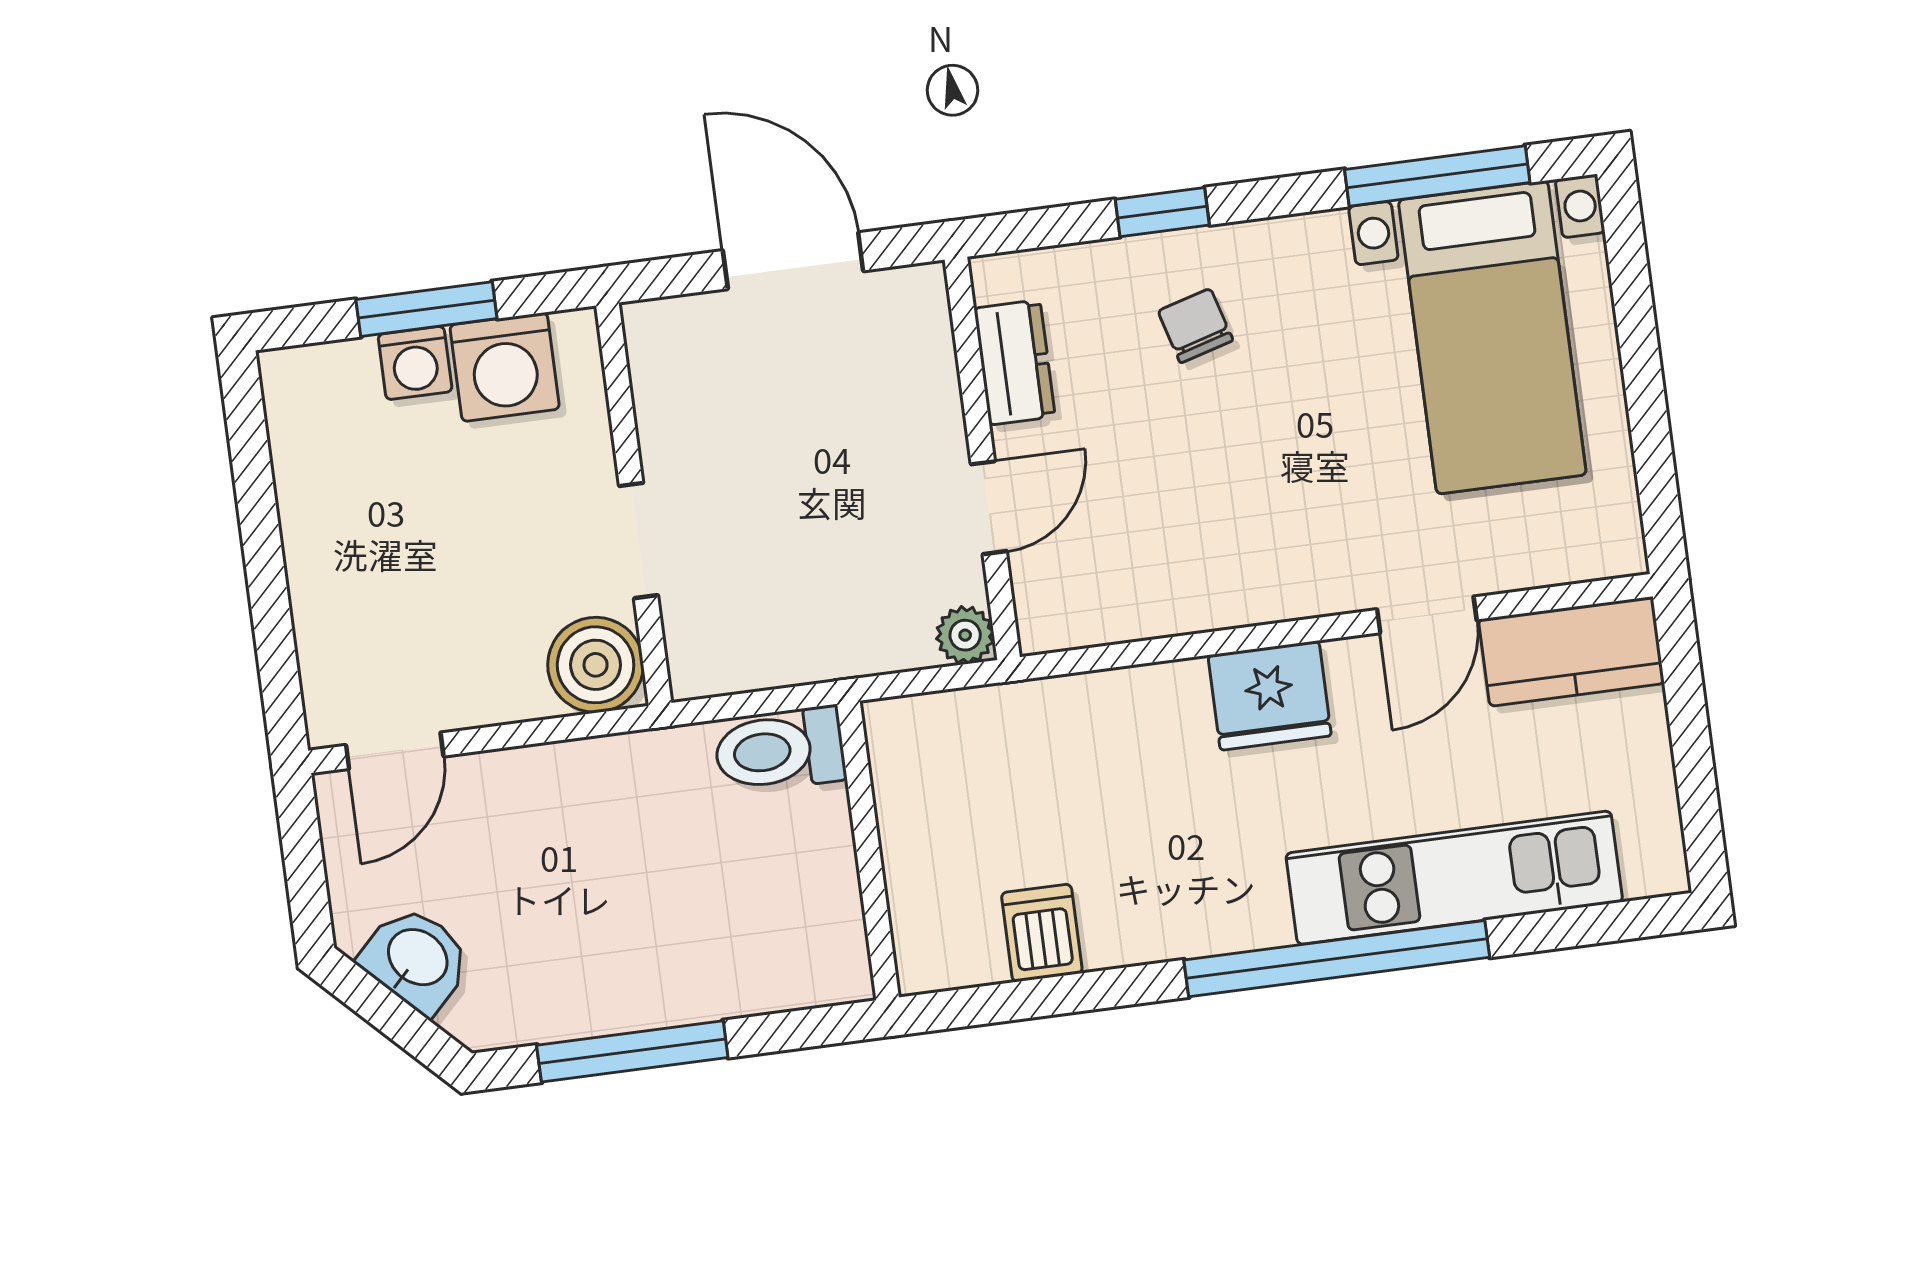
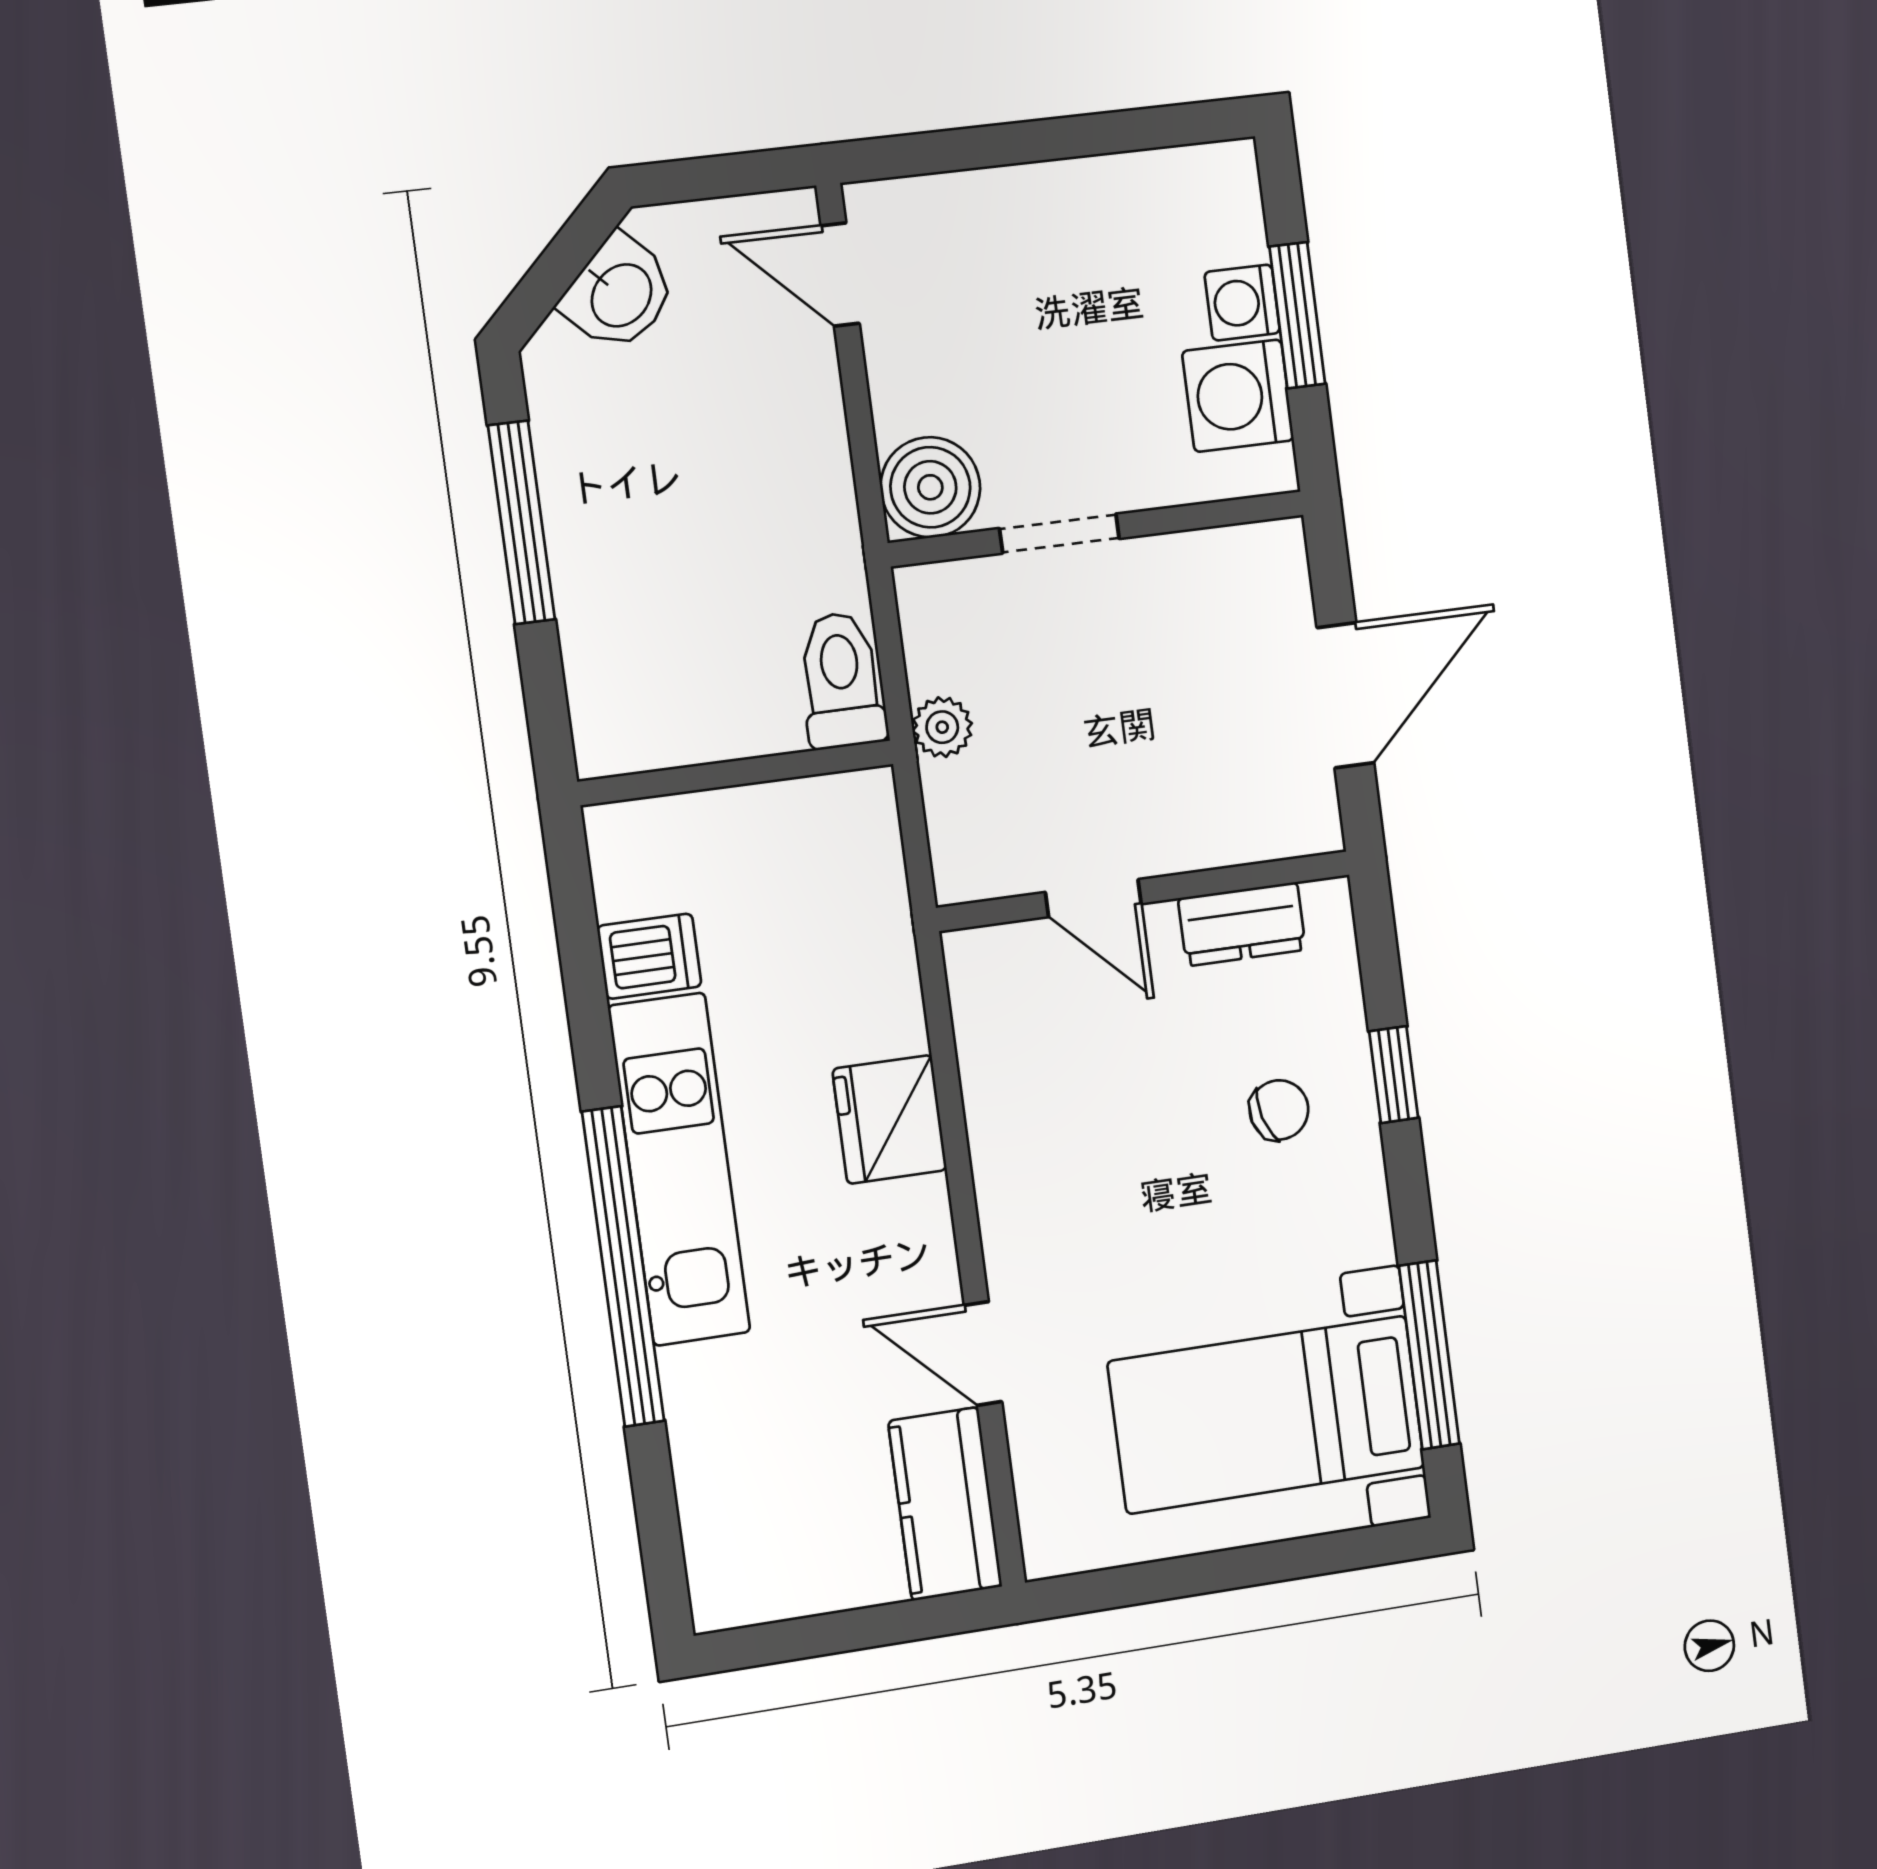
plant: (965, 635) -> (942, 727), moved
fridge: (1270, 695) -> (890, 1119), moved
kitchen unit: (1454, 878) -> (679, 1169), moved

